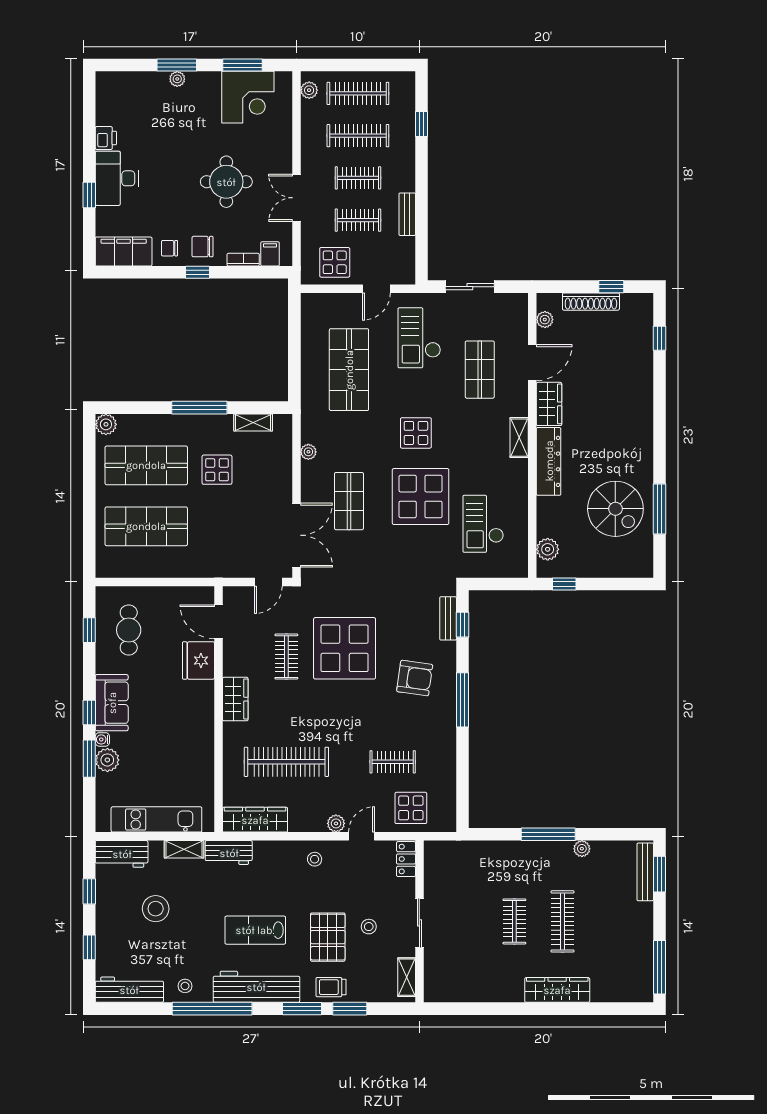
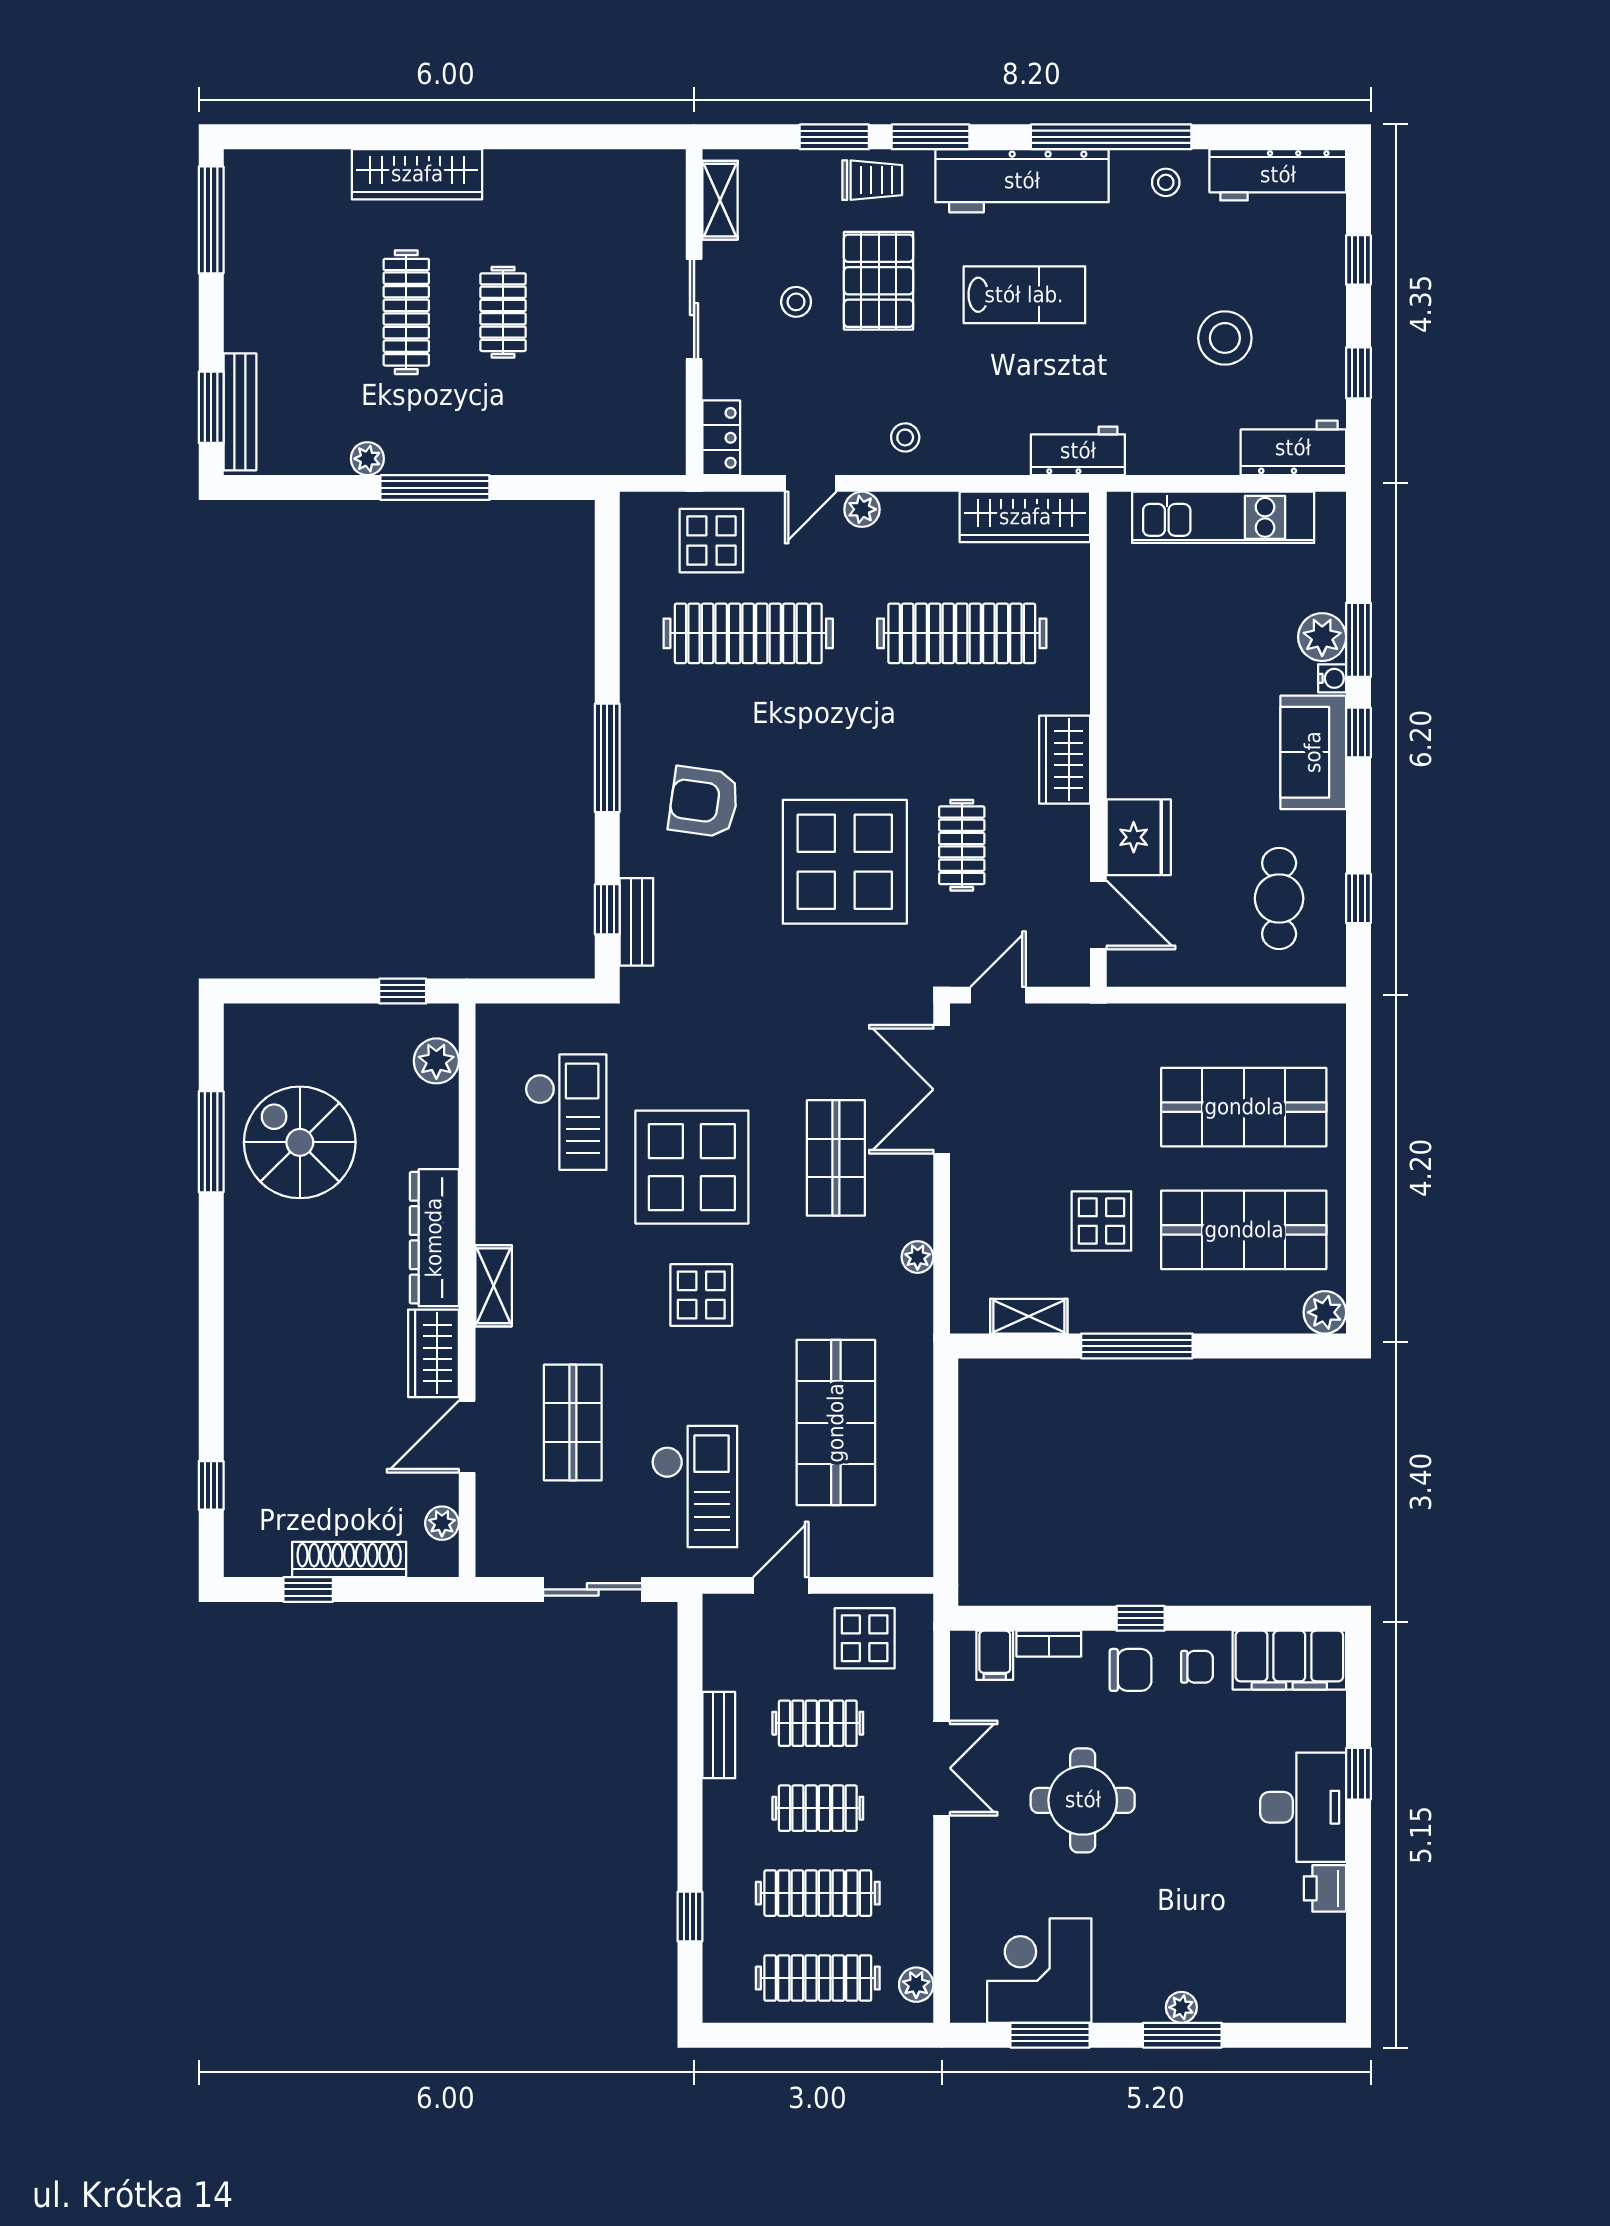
clothes rail: (393, 762) -> (748, 633), width x1.86, depth x1.31
shelving: (184, 849) -> (1168, 457), removed

